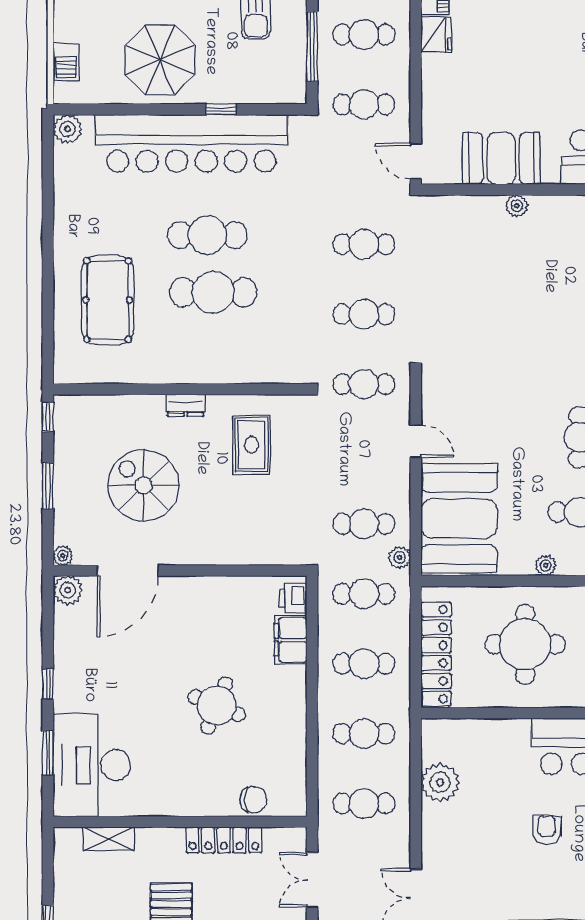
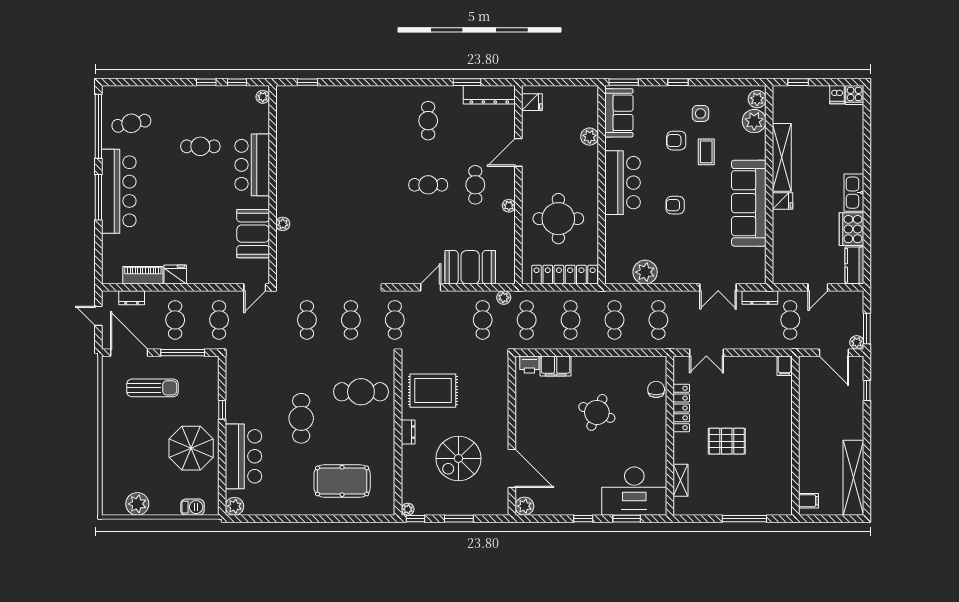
bar counter: (191, 143) -> (243, 456), width x0.54
cafe table: (213, 292) -> (361, 392), moved, turned 90
rug: (251, 445) -> (433, 391), width x1.36, depth x1.43
booth: (459, 518) -> (470, 267), width x0.73, depth x0.70
plant: (63, 556) -> (408, 509), moved

